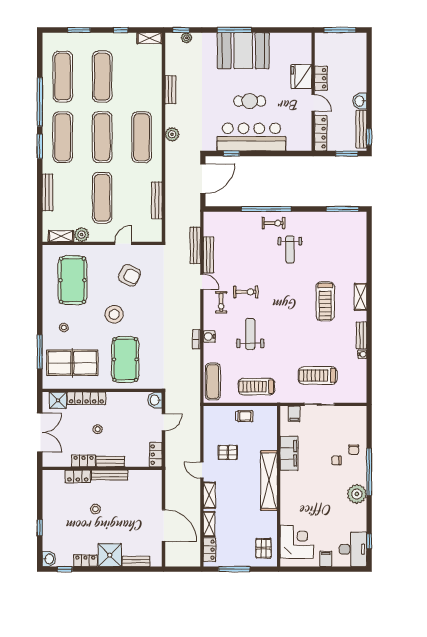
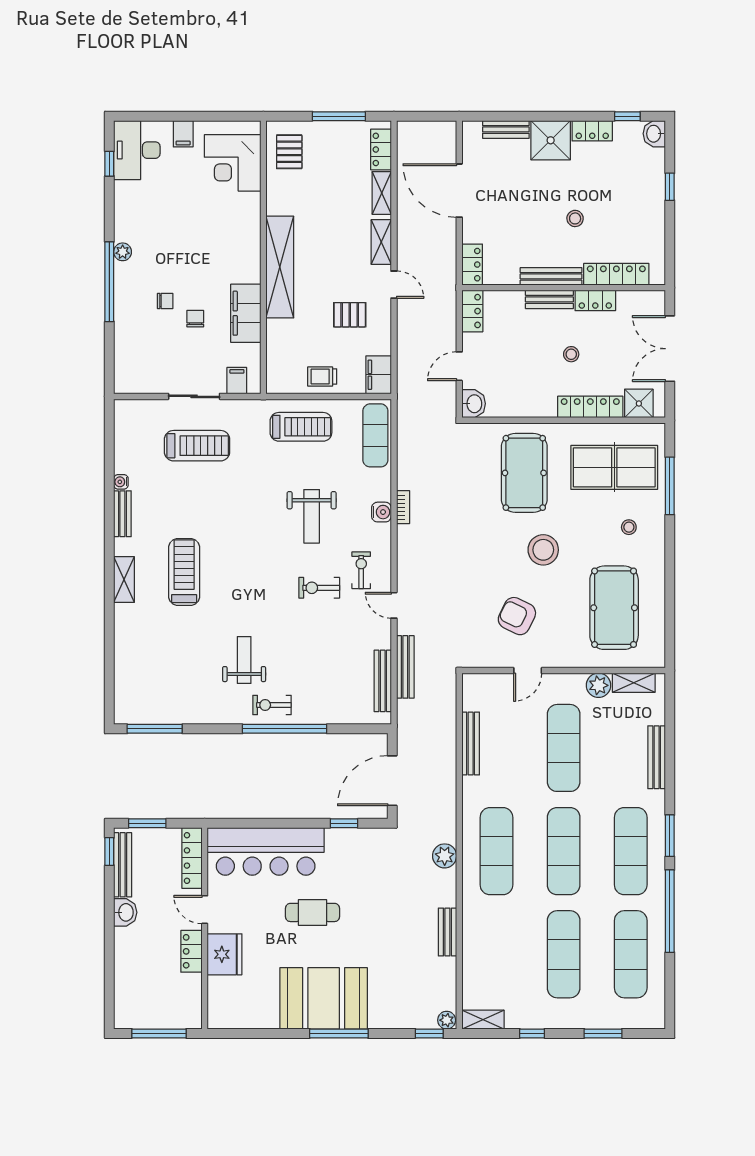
plant: (186, 38) -> (447, 1020), moved
bar counter: (251, 137) -> (266, 851), moved
bench: (208, 255) -> (383, 681), moved
filing cabinet: (211, 417) -> (379, 375), added
chair: (354, 450) -> (195, 319), moved
locker: (78, 476) -> (616, 274), width x1.53
locker: (156, 482) -> (472, 265), added
plant: (357, 494) -> (123, 252), width x0.53, depth x0.53

